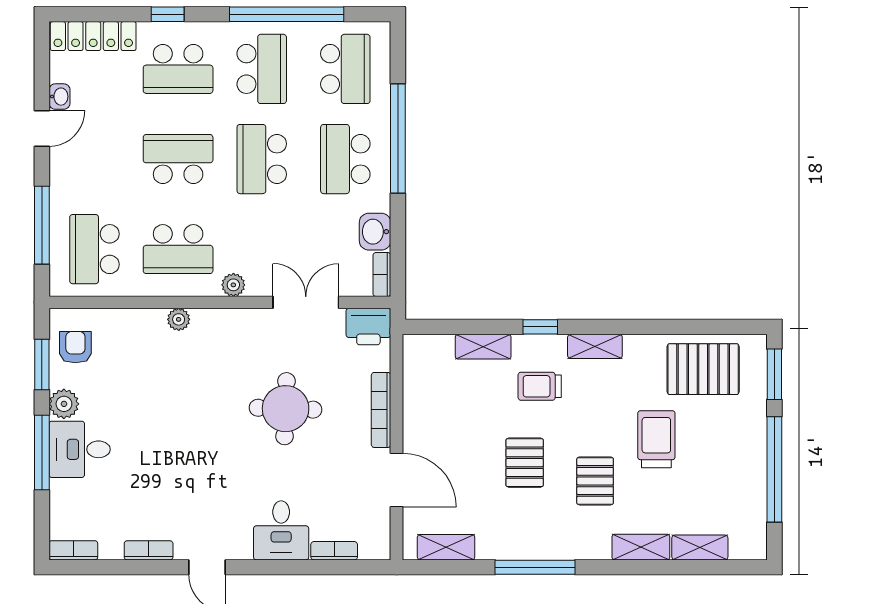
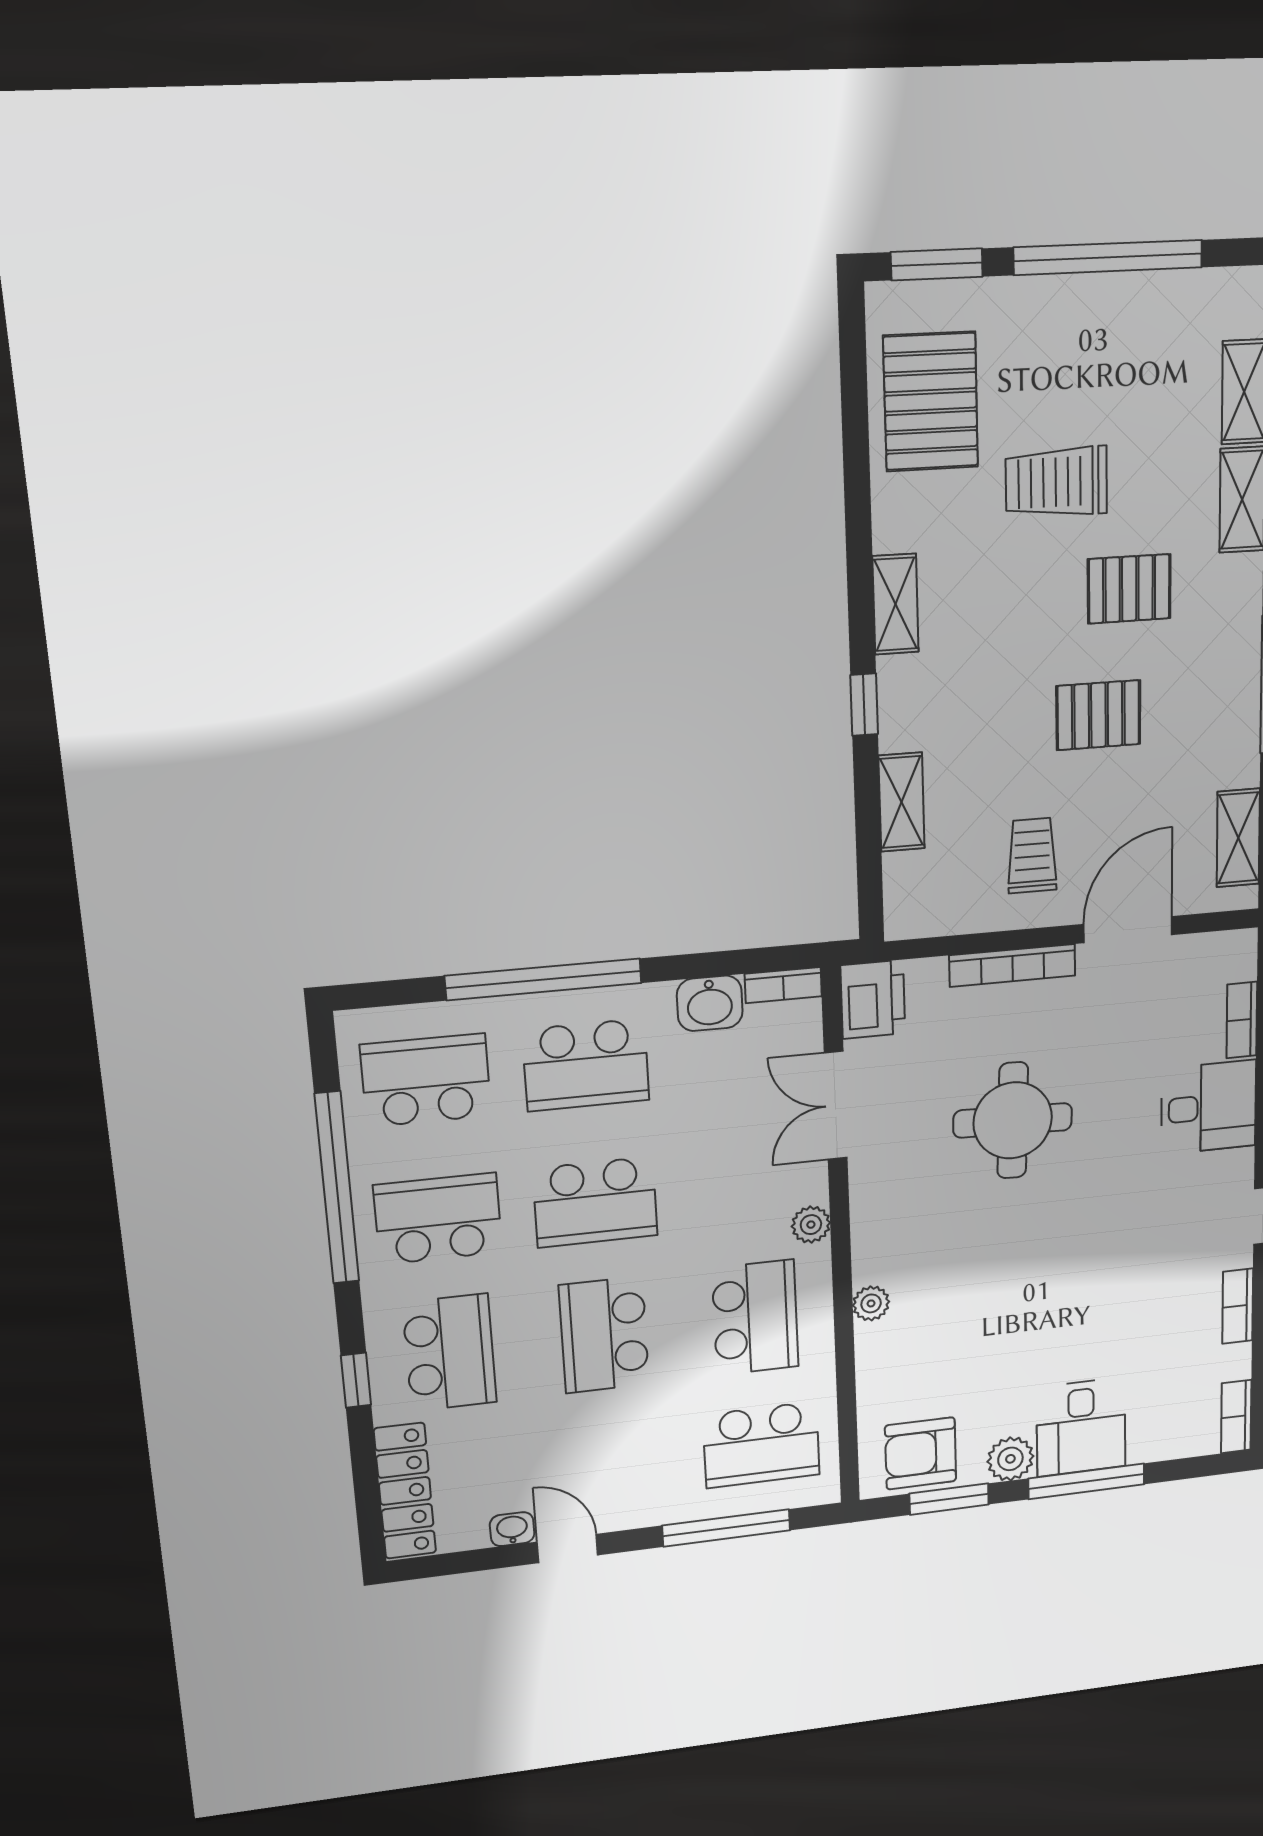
armchair: (75, 347) -> (921, 1453), width x1.38, depth x1.38
trolley: (540, 386) -> (1032, 856), moved, turned 180

